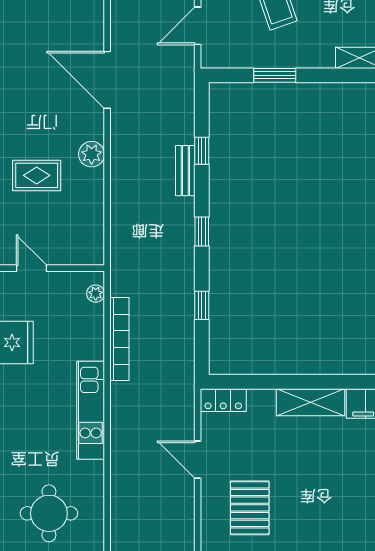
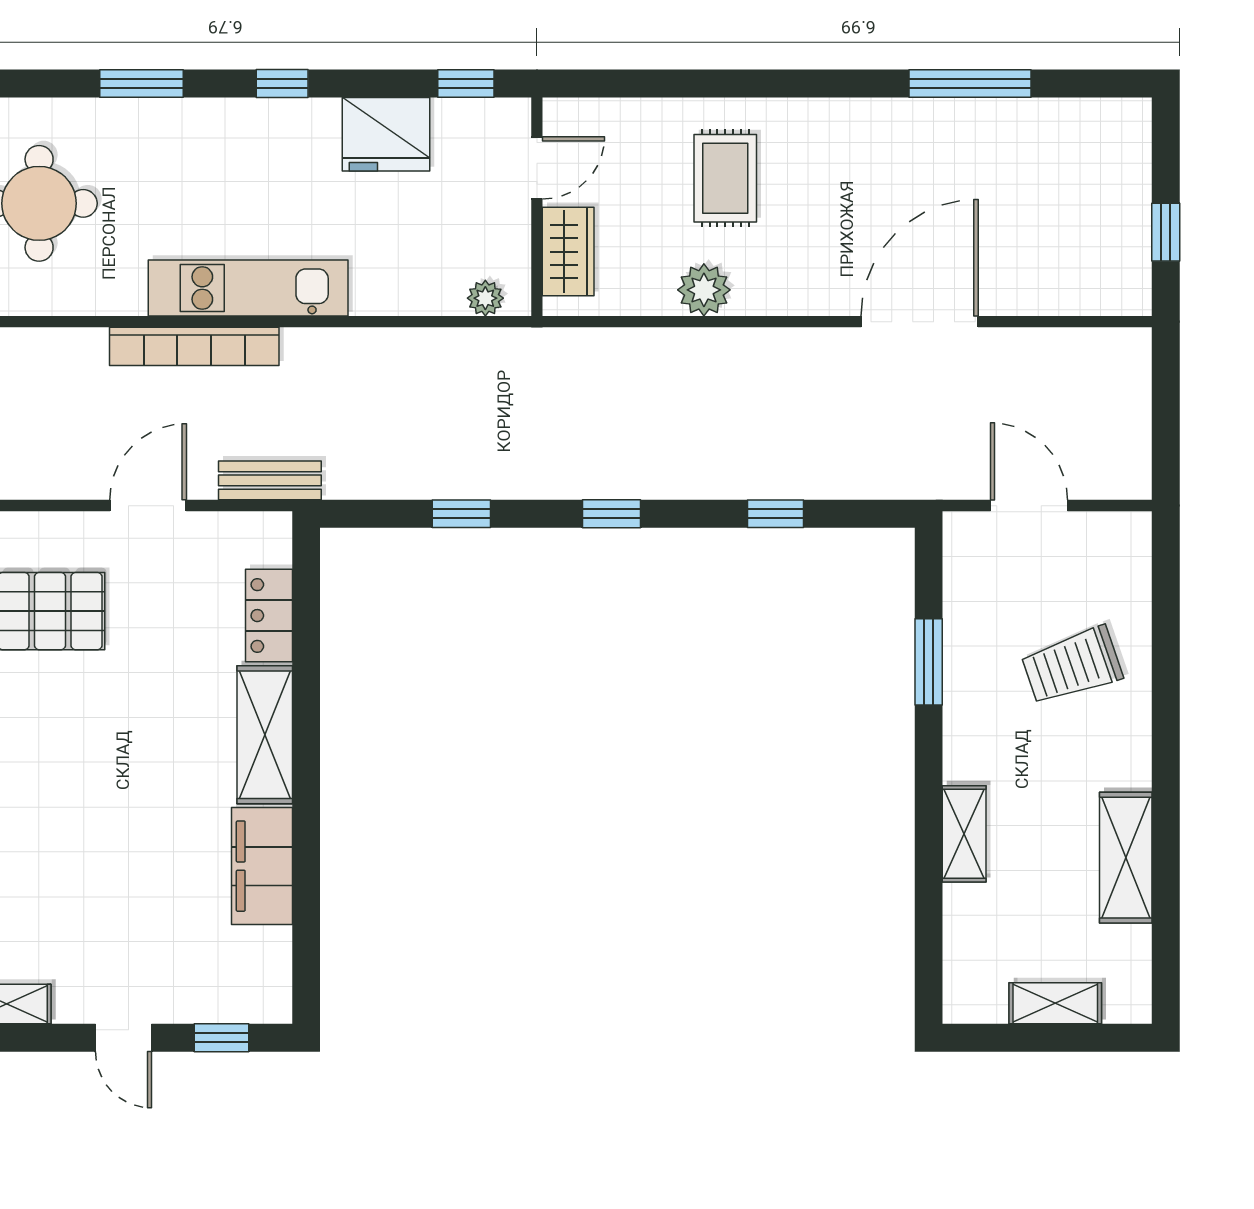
plant: (92, 154) -> (704, 290), moved
bench: (185, 171) -> (270, 480), moved
wardrobe: (73, 253) -> (568, 252), added
bookcase: (119, 339) -> (194, 346), moved
locker: (223, 400) -> (269, 616), moved

